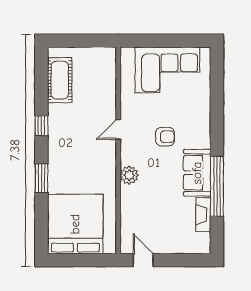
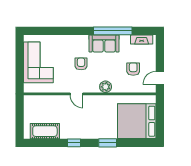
fireplace: (203, 215) -> (142, 39), moved
armchair: (157, 218) -> (133, 69), added

